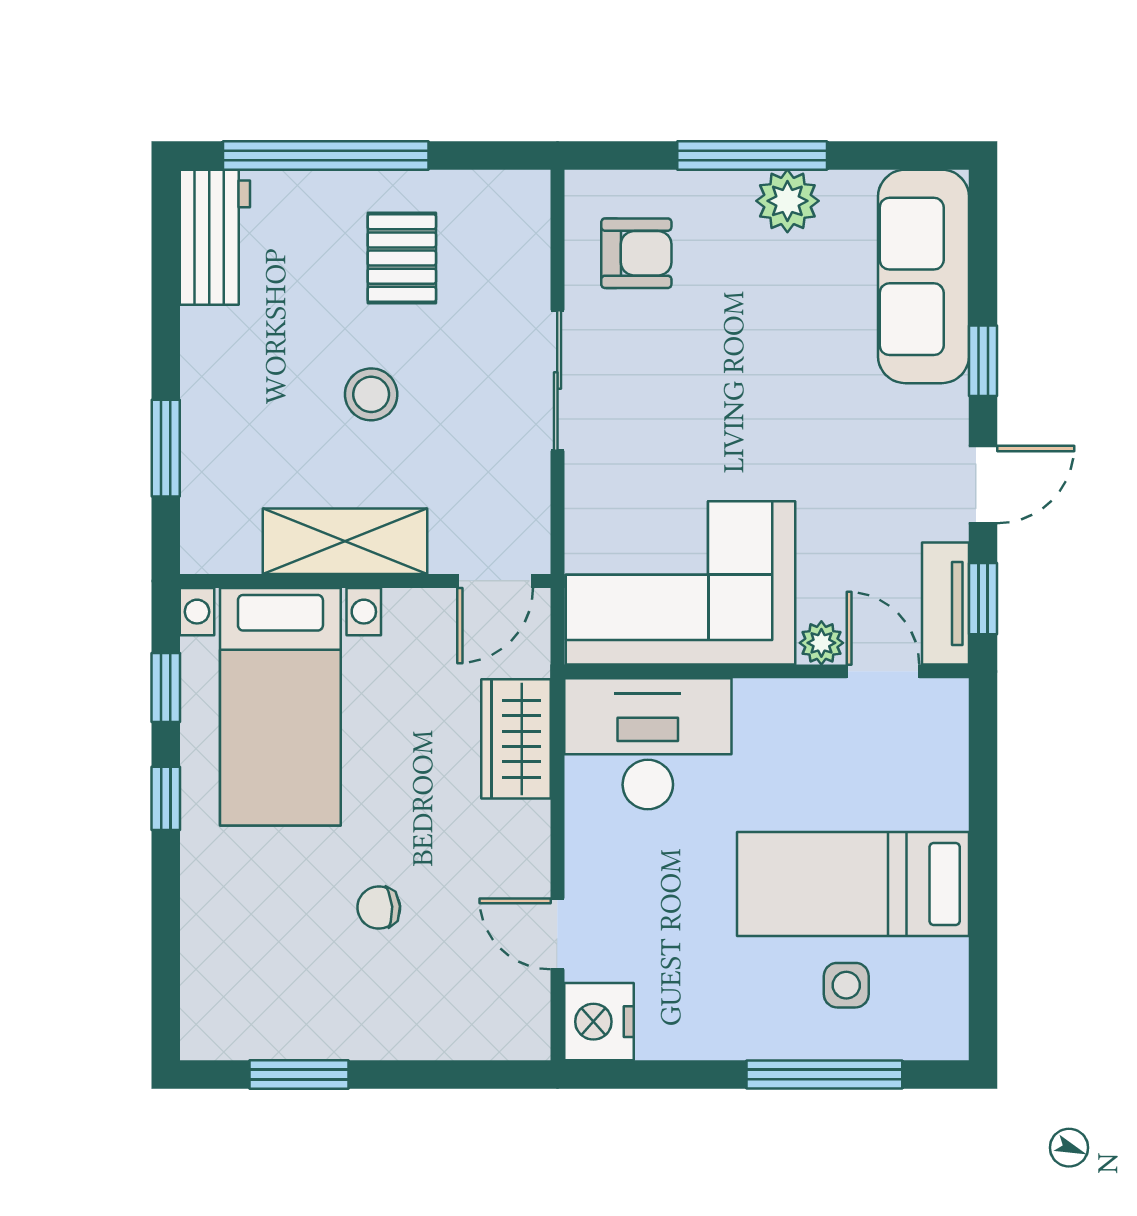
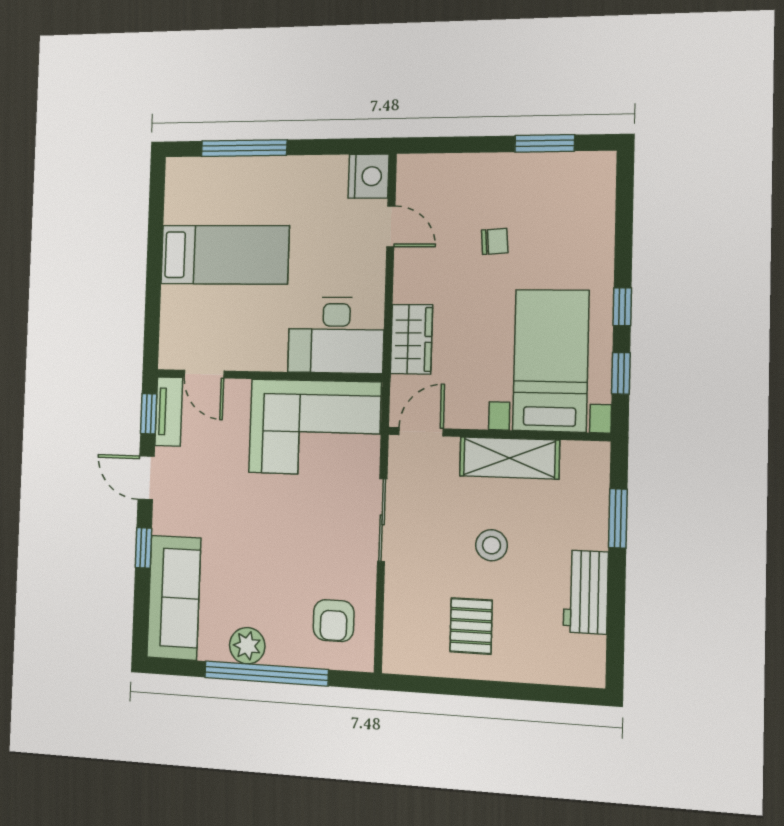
window: (326, 155) -> (515, 691), removed
window: (752, 155) -> (266, 674), width x1.46
workbench: (215, 237) -> (586, 592), moved
armchair: (636, 253) -> (334, 621), turned -90
sliding door: (557, 380) -> (382, 520), moved
door: (983, 485) -> (146, 478), hinge flipped
plant: (821, 643) -> (237, 391), removed
side table: (846, 985) -> (230, 198), removed

